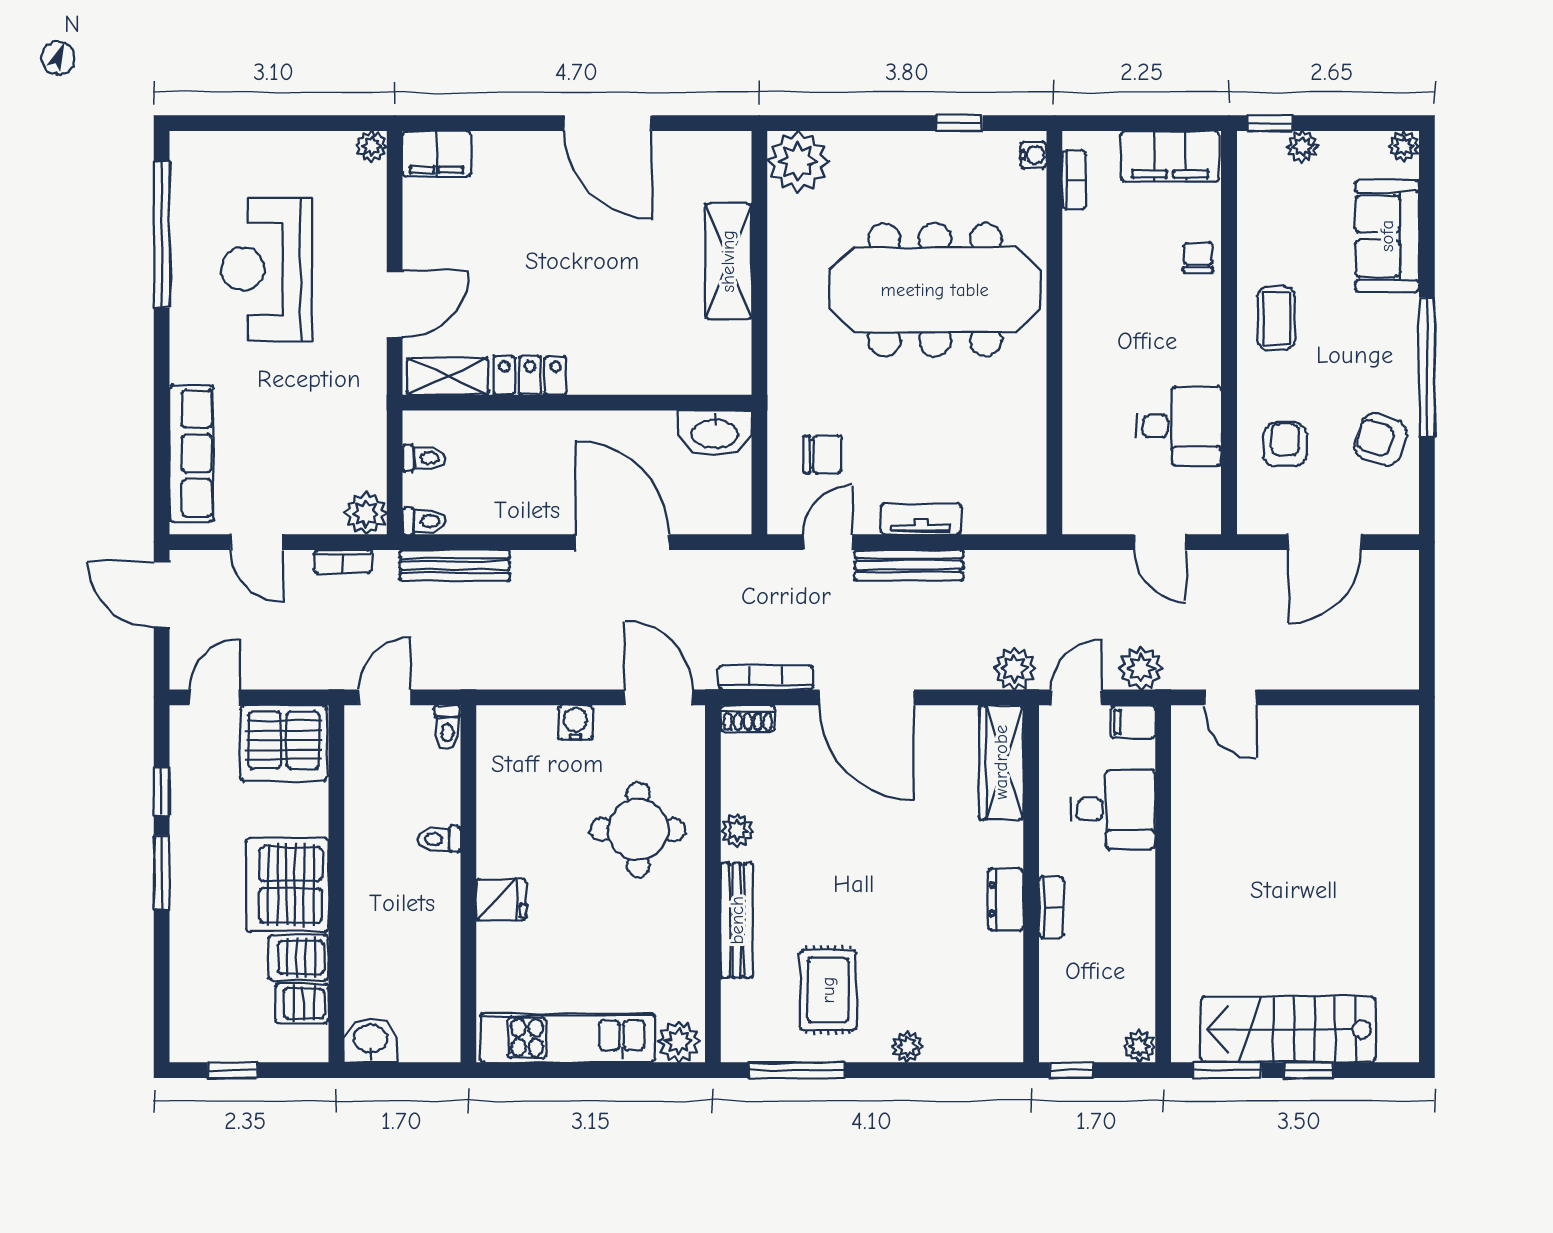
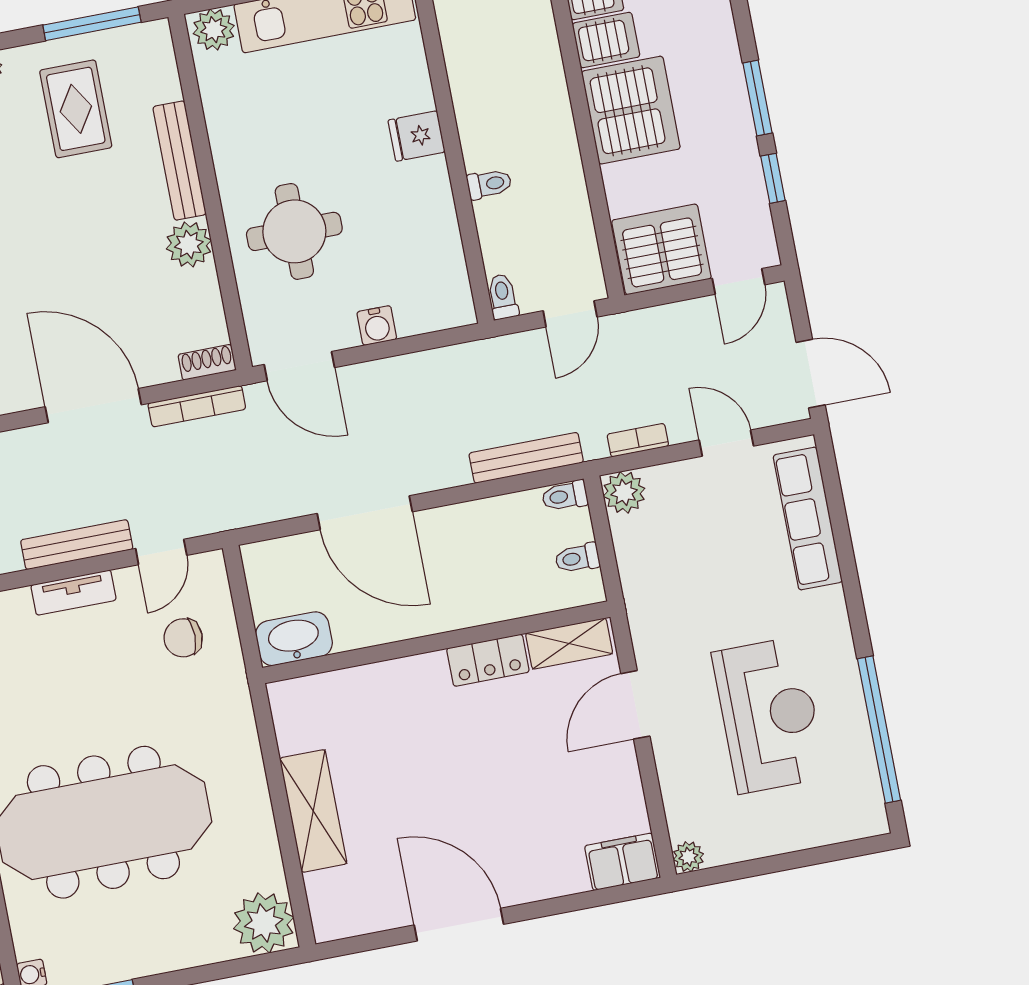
plant: (737, 830) -> (189, 244), width x1.38, depth x1.38

